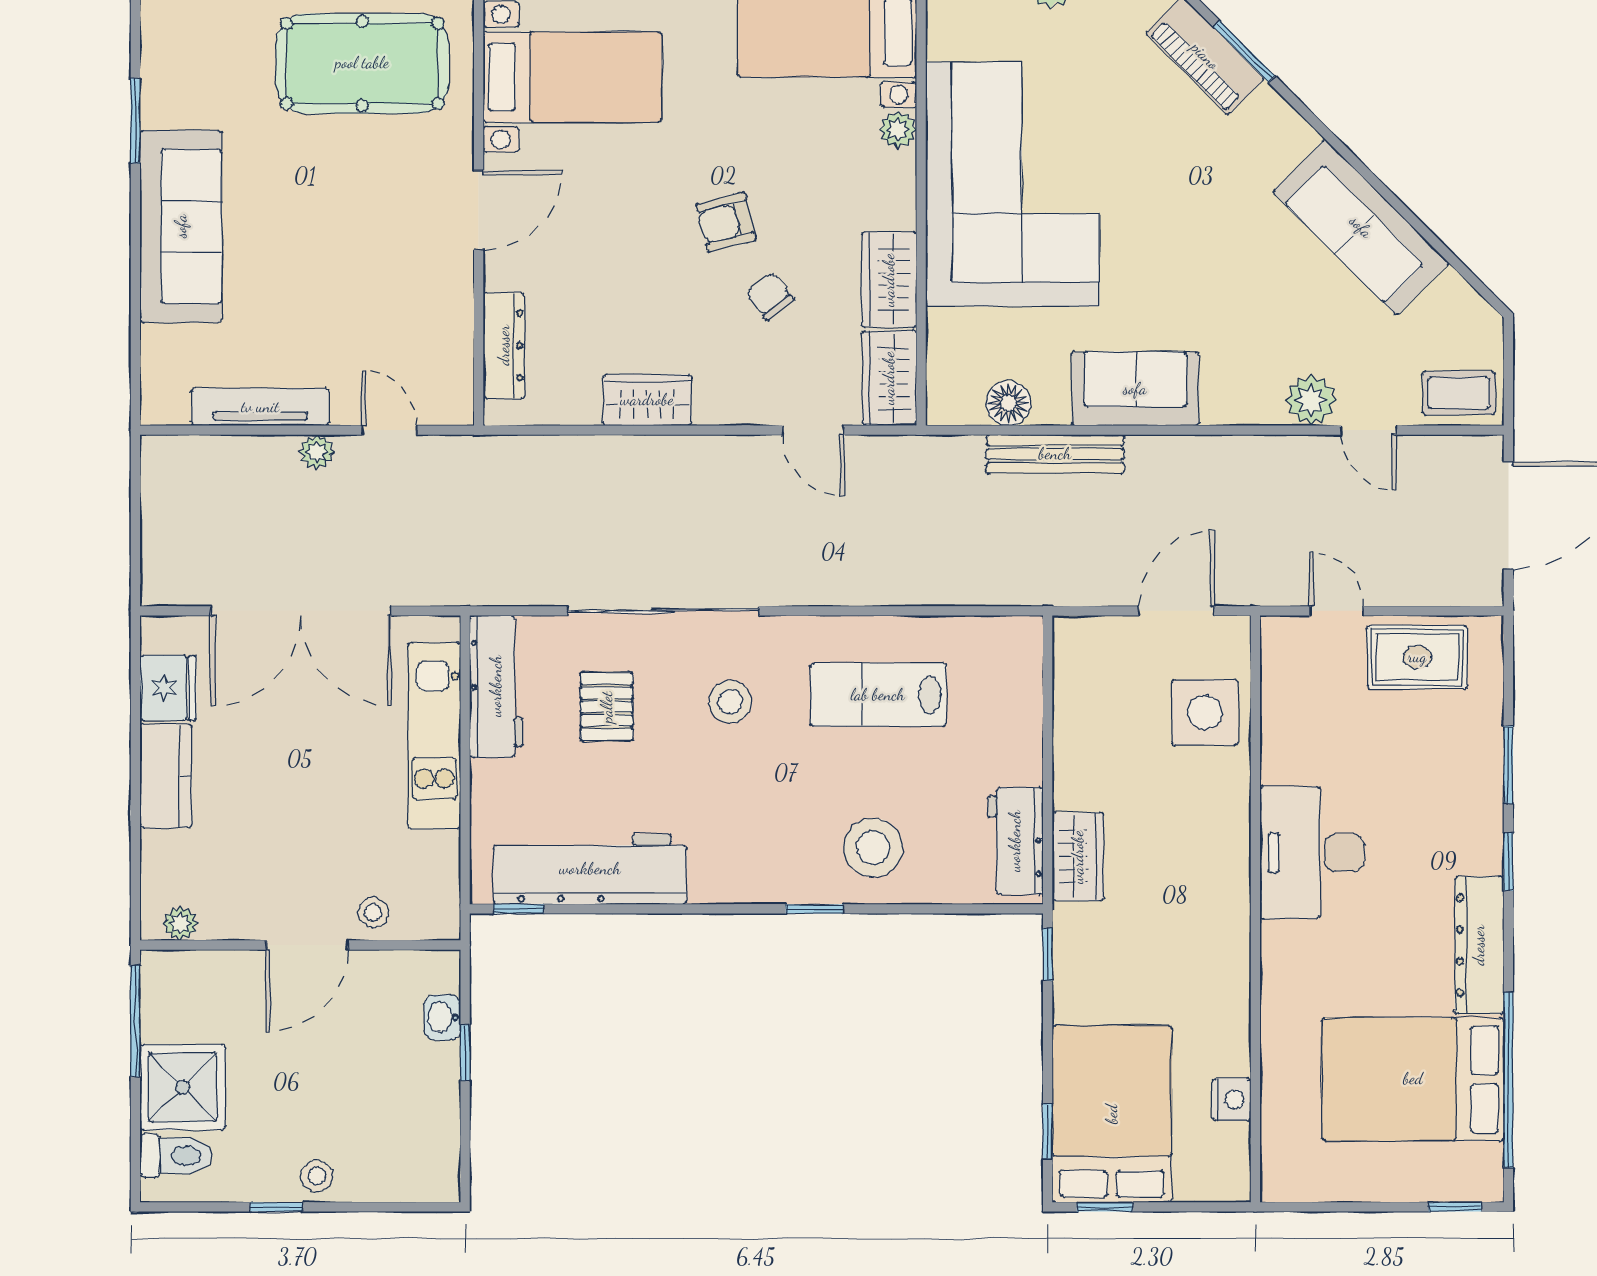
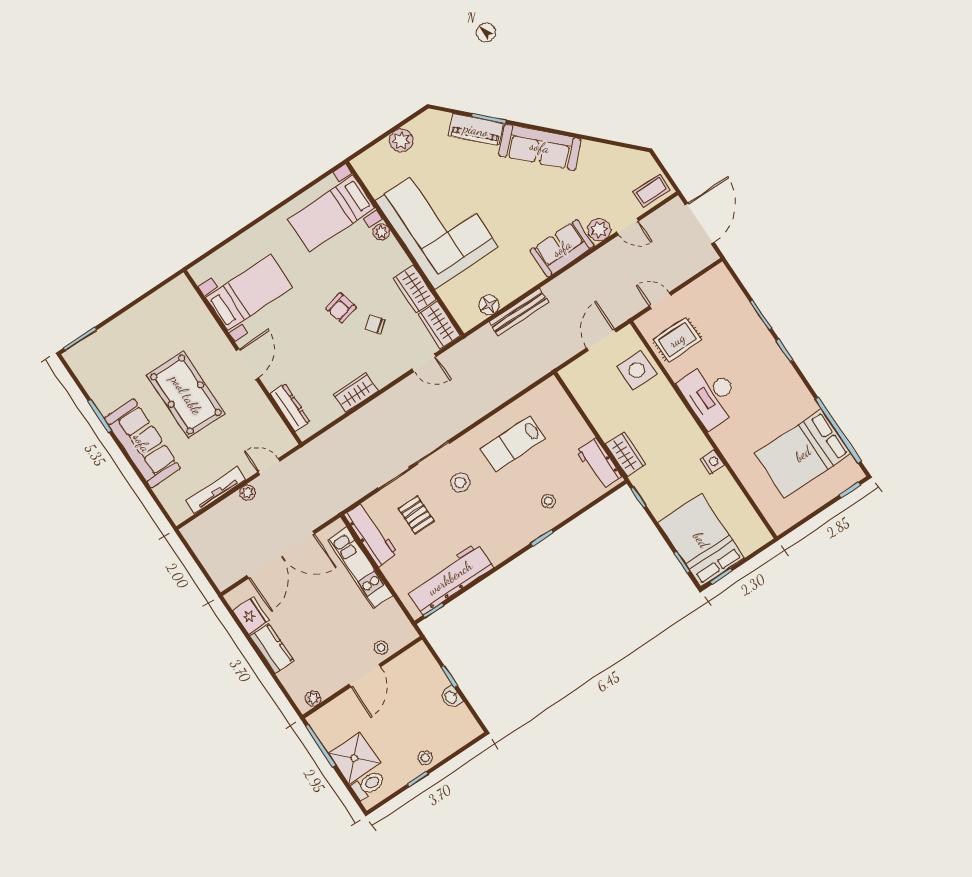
pool table: (362, 63) -> (186, 395), moved, turned 90
sofa: (1361, 227) -> (540, 147), moved
sofa: (1135, 389) -> (562, 248), moved
rug: (1417, 657) -> (677, 340), moved
stool: (873, 848) -> (548, 501), width x0.53, depth x0.53
dresser: (1479, 945) -> (794, 388), removed
washbasin: (442, 1017) -> (451, 697), moved
nightstand: (1231, 1099) -> (712, 462), moved

